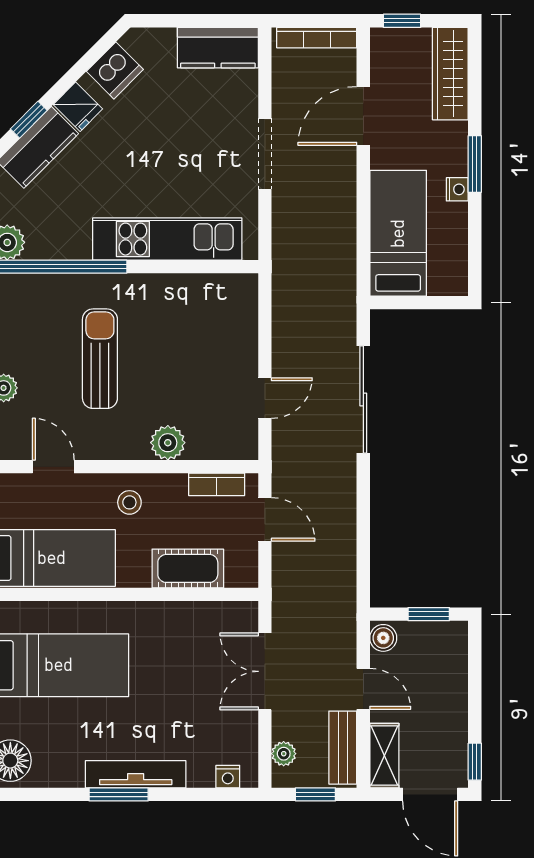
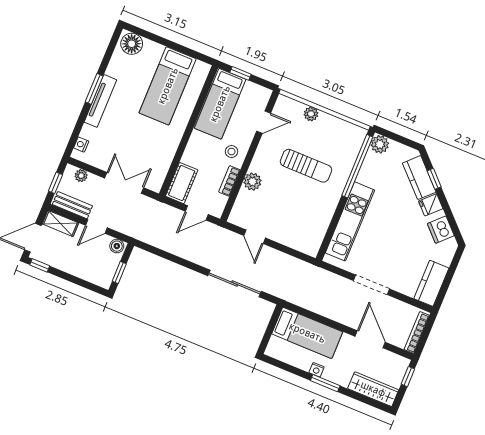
bookcase: (217, 484) -> (229, 181), moved
cot: (188, 568) -> (182, 183), moved

